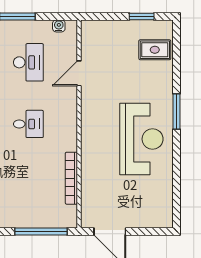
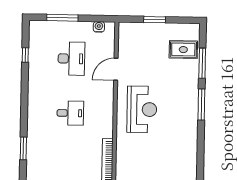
window: (142, 16) -> (155, 20), moved
window: (176, 65) -> (202, 63), added
reception desk: (141, 139) -> (142, 109), moved, width x0.74, depth x0.77

